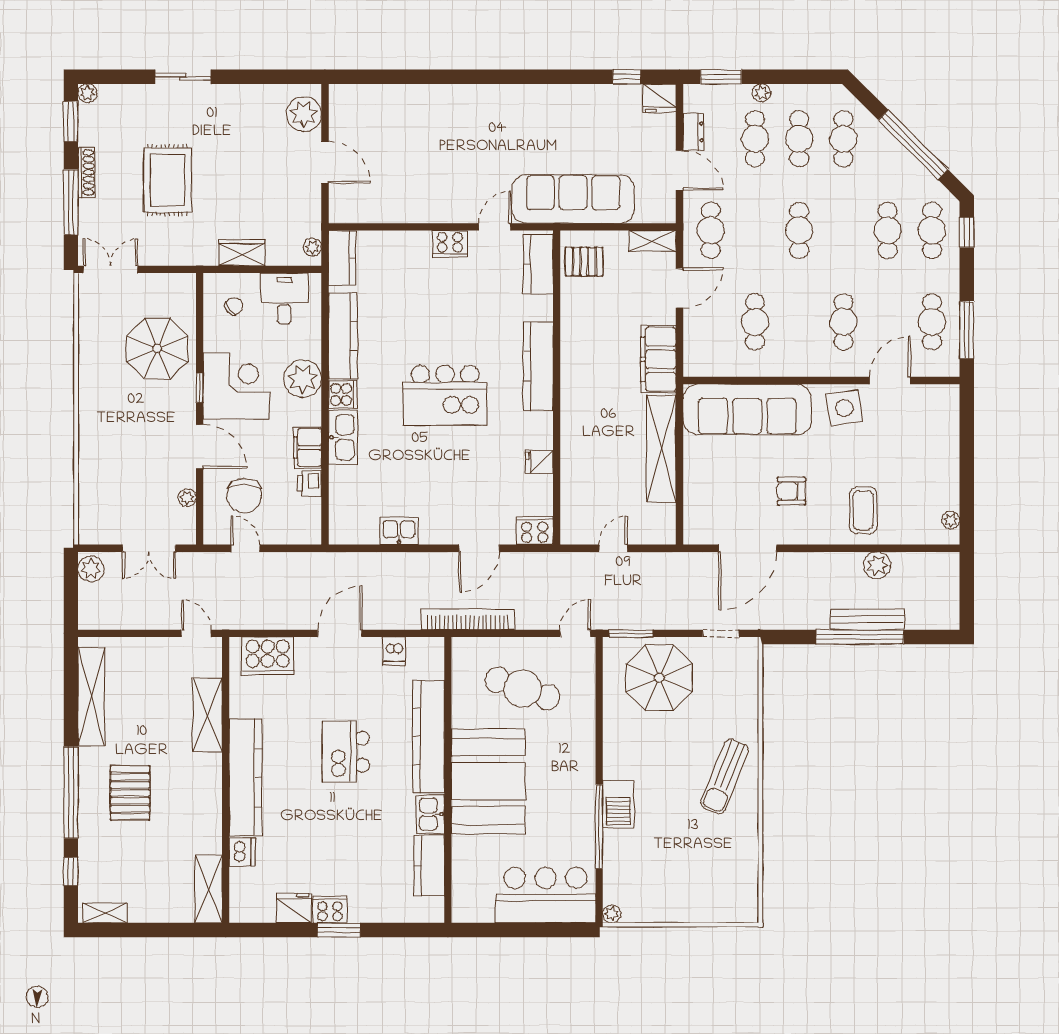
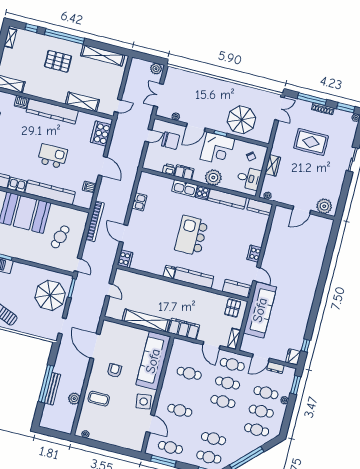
cafe table: (755, 230) -> (228, 383), added
fridge: (539, 462) -> (169, 272), moved
chair: (244, 496) -> (171, 141), turned 180
cafe table: (522, 689) -> (60, 237), width x0.73, depth x0.74

